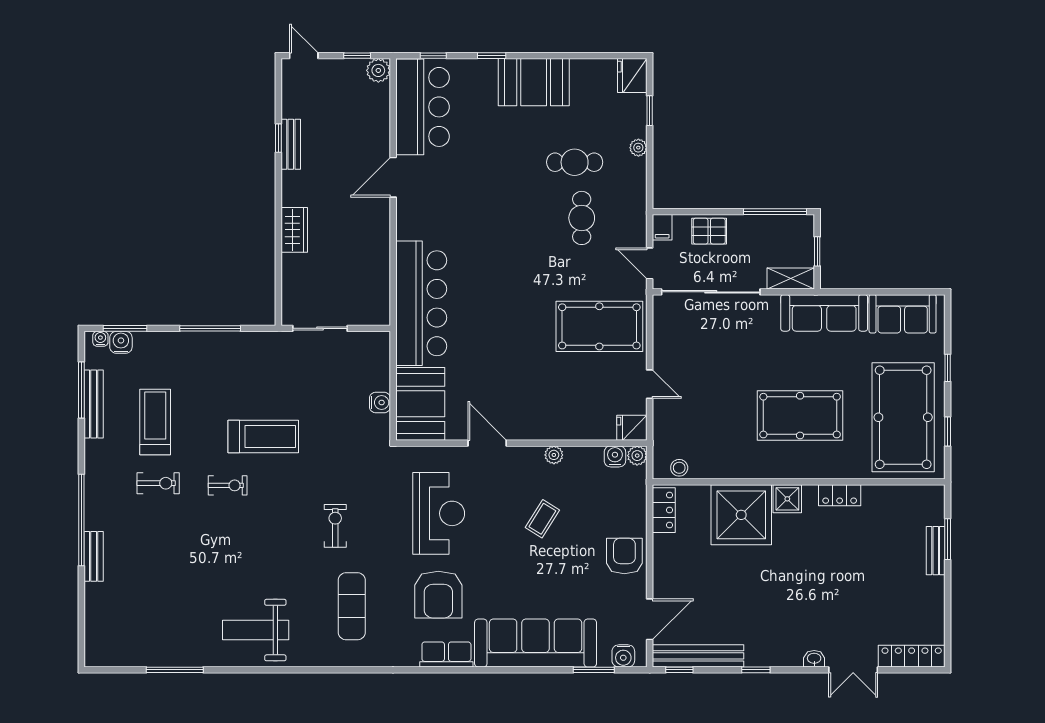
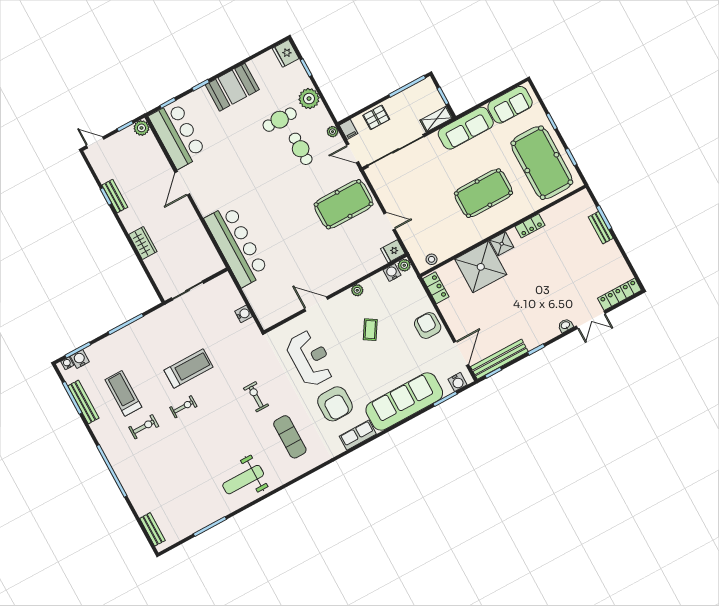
plant: (638, 148) -> (309, 99), width x1.88, depth x1.88
plant: (638, 218) -> (332, 132), added
booth: (420, 404) -> (267, 302), removed
bench: (94, 556) -> (152, 529), moved

